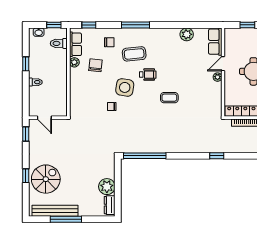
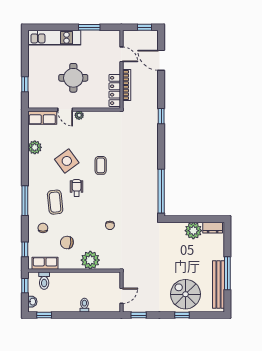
plant: (74, 62) -> (90, 260), moved, width x1.88, depth x1.88
window: (26, 64) -> (44, 315), moved
side table: (125, 87) -> (67, 161), moved, turned 45

